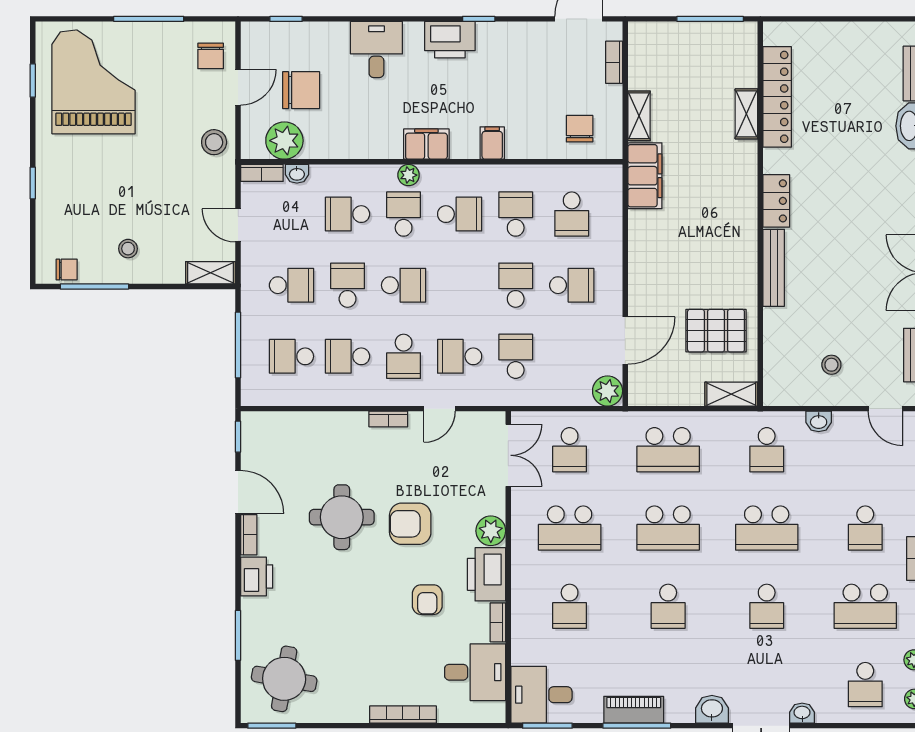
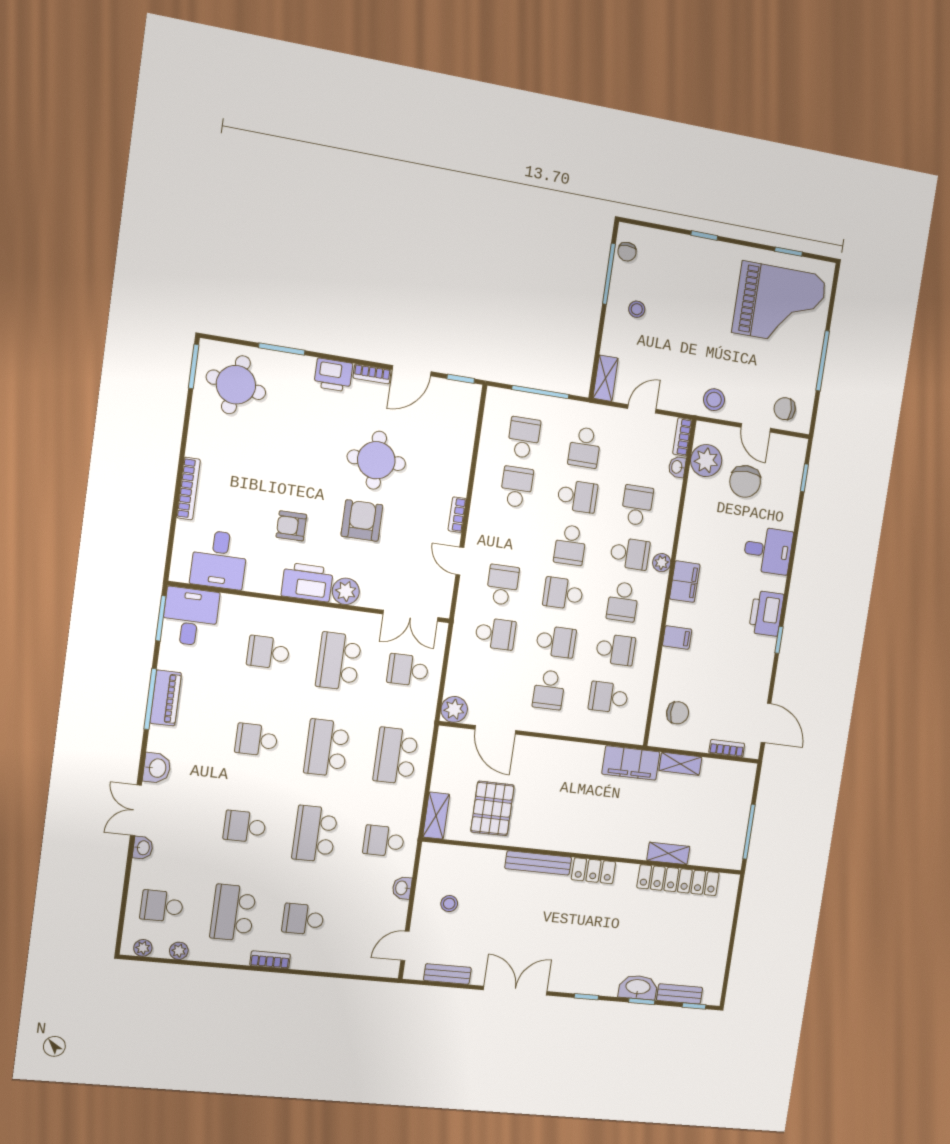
school desk: (404, 356) -> (563, 593), moved
bookcase: (498, 622) -> (262, 586), removed

